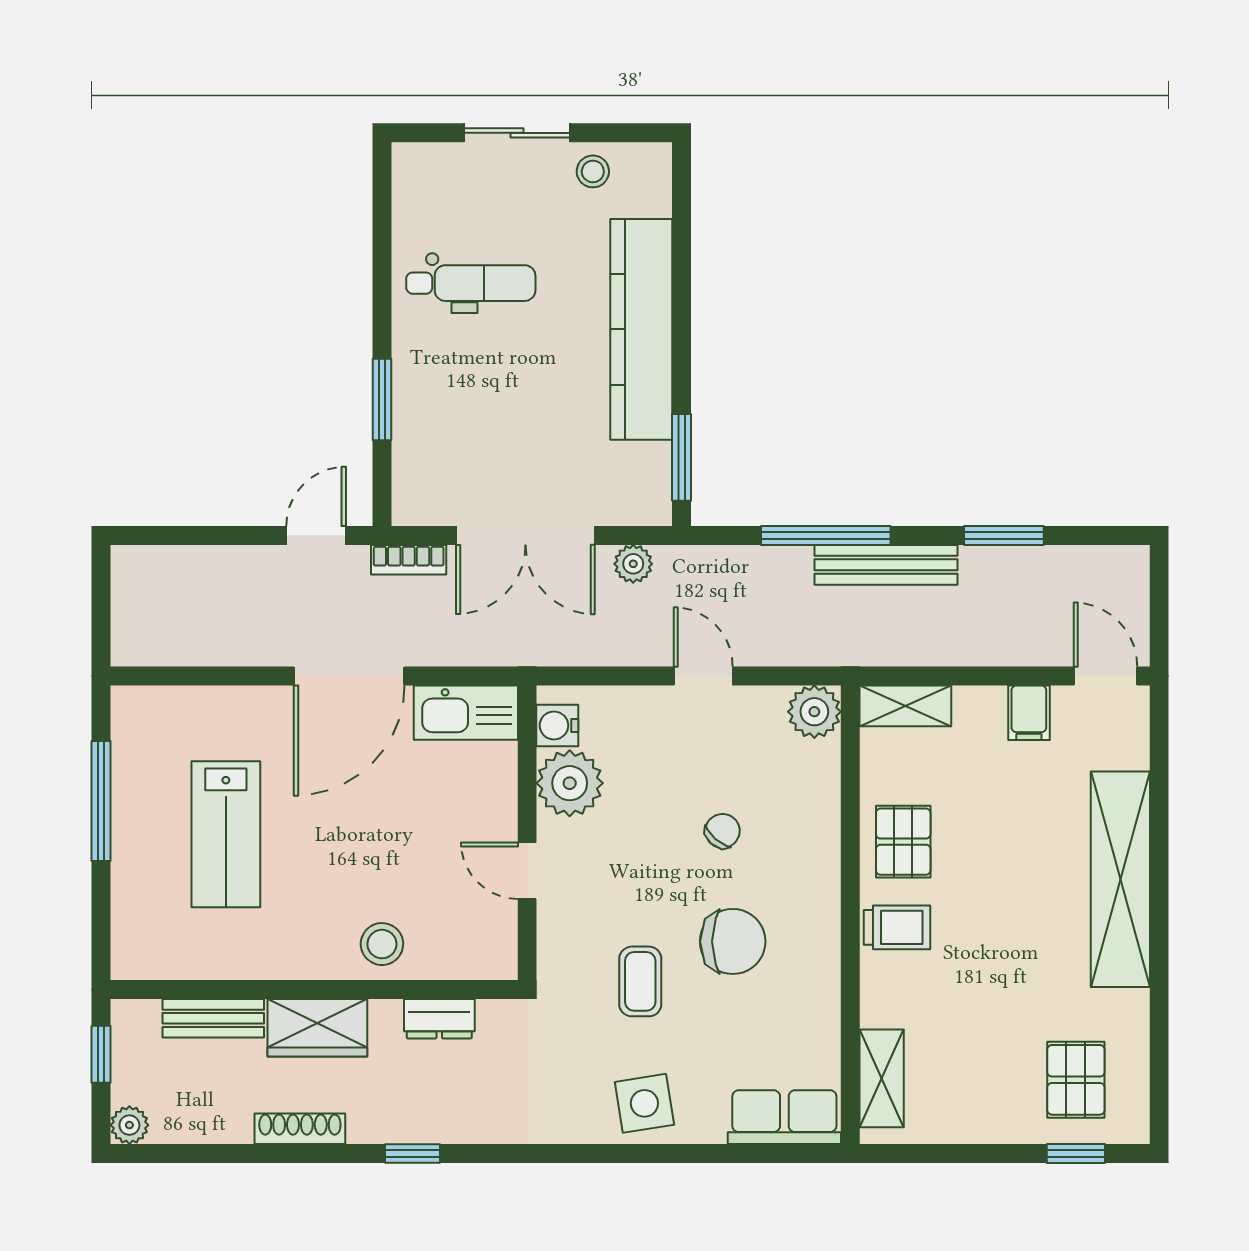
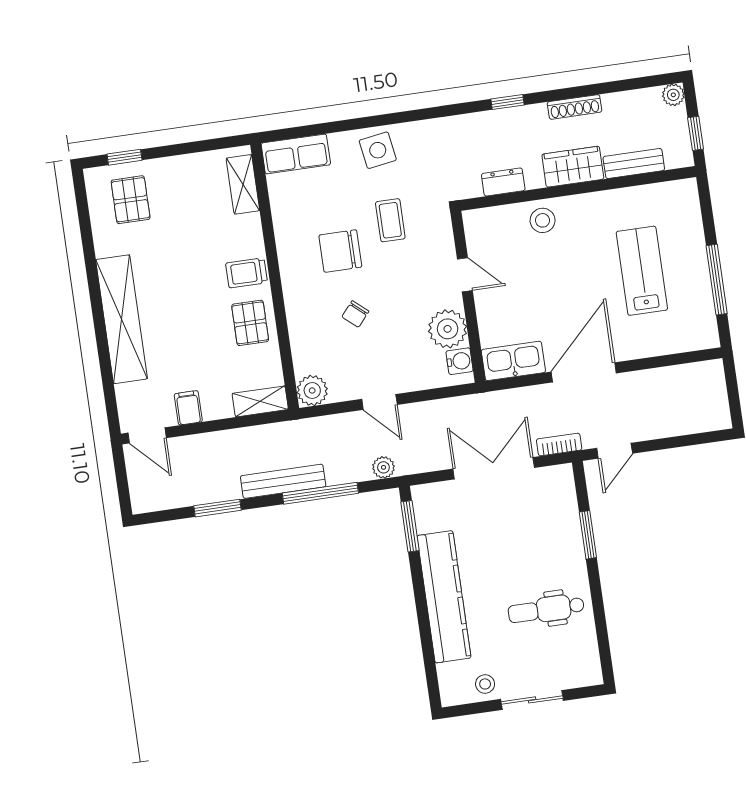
plant: (633, 564) -> (383, 467), moved

